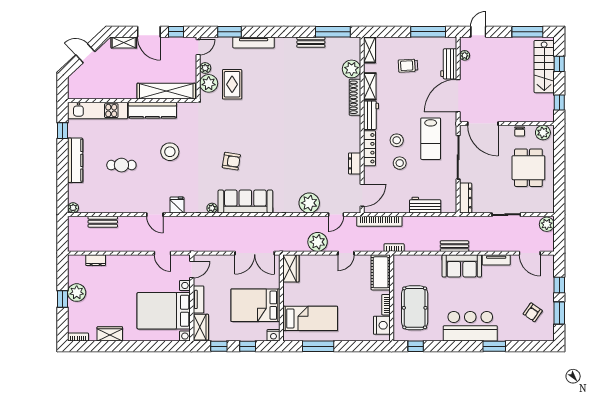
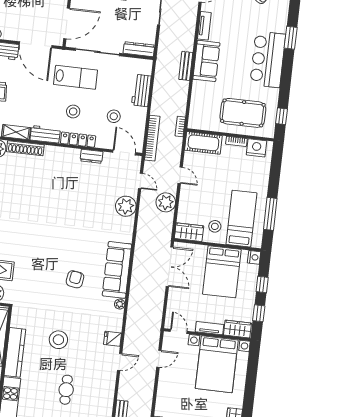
stool: (400, 163) -> (114, 116), moved
stool: (300, 293) -> (215, 226), added

